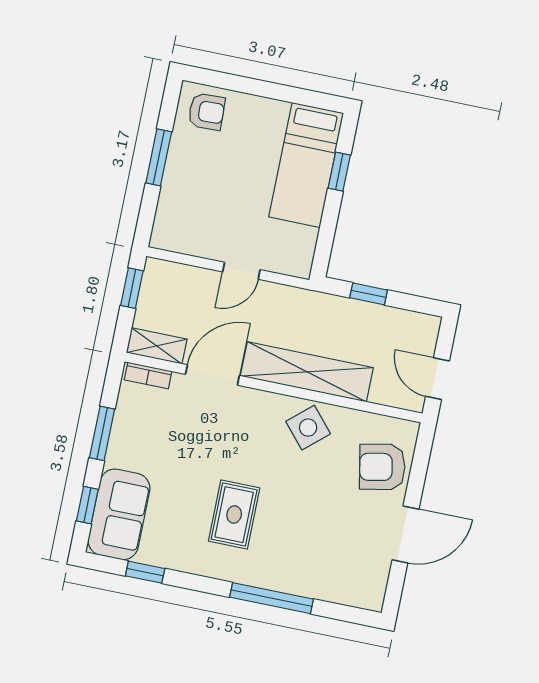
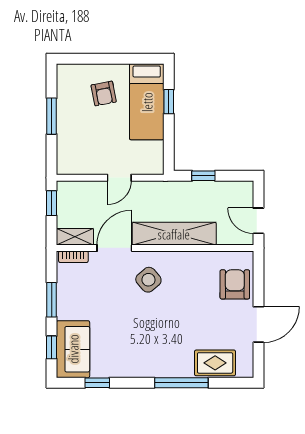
armchair: (207, 112) -> (104, 93), moved, turned 81
side table: (308, 428) -> (148, 280), moved
armchair: (382, 467) -> (235, 284), turned 101
rug: (234, 515) -> (215, 363), moved, turned 90

